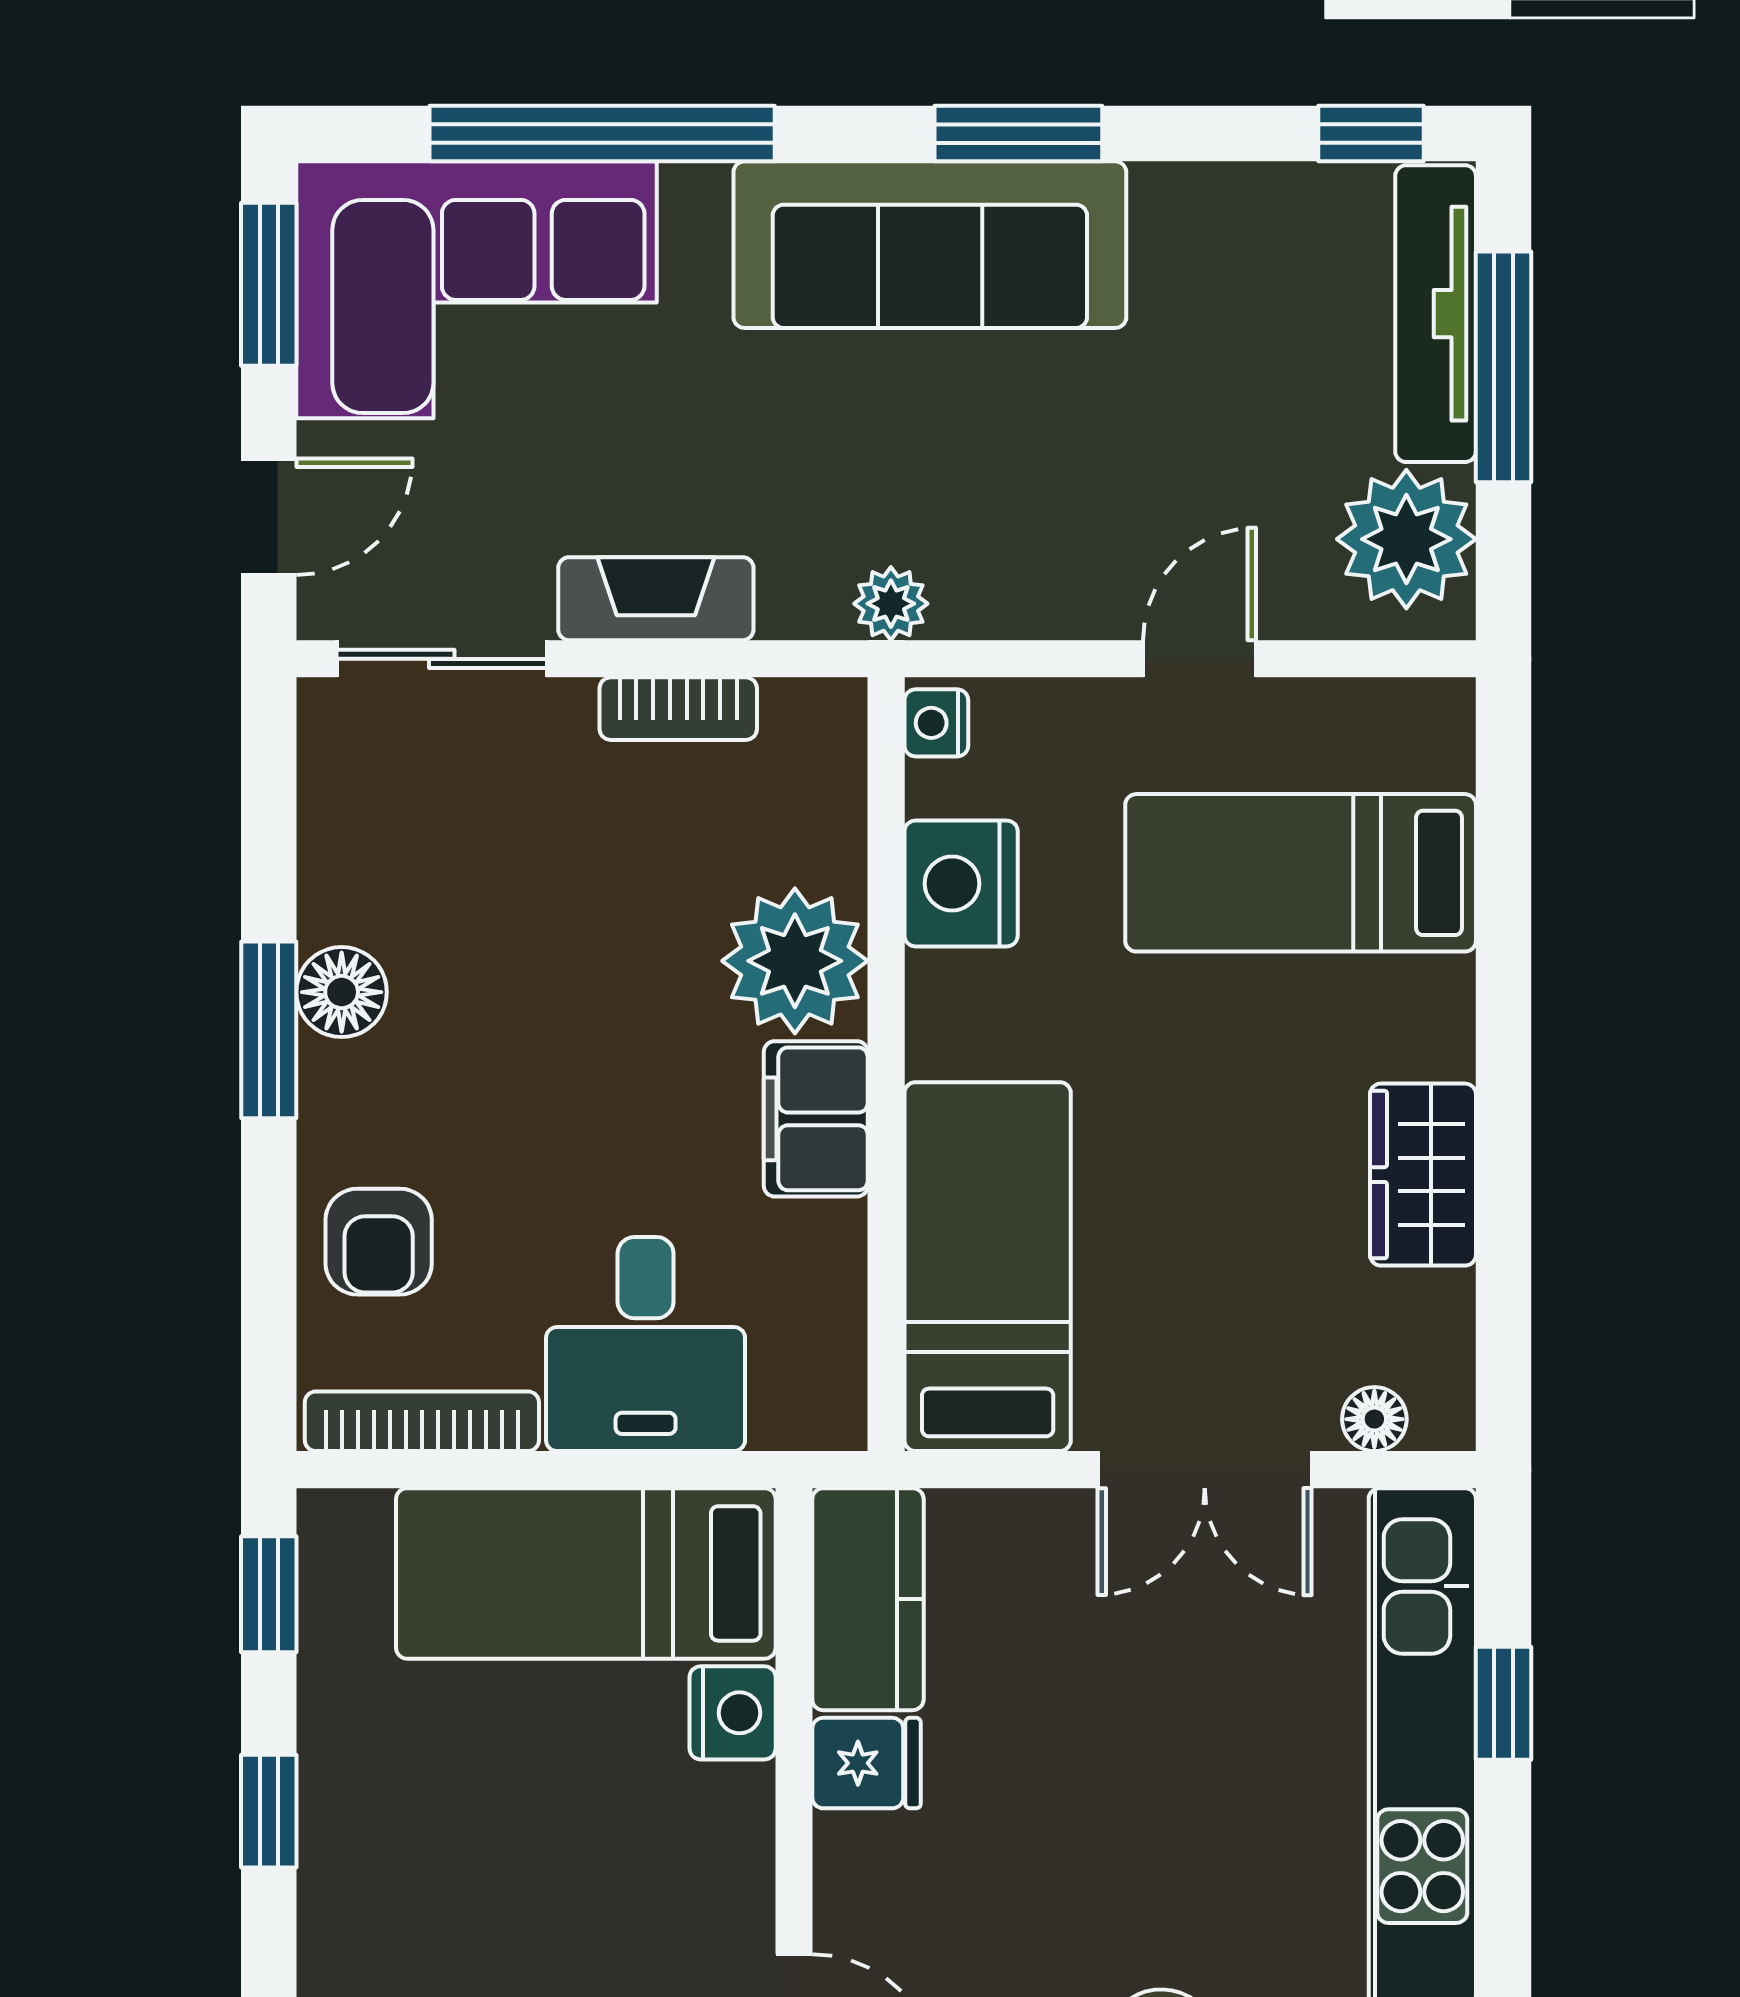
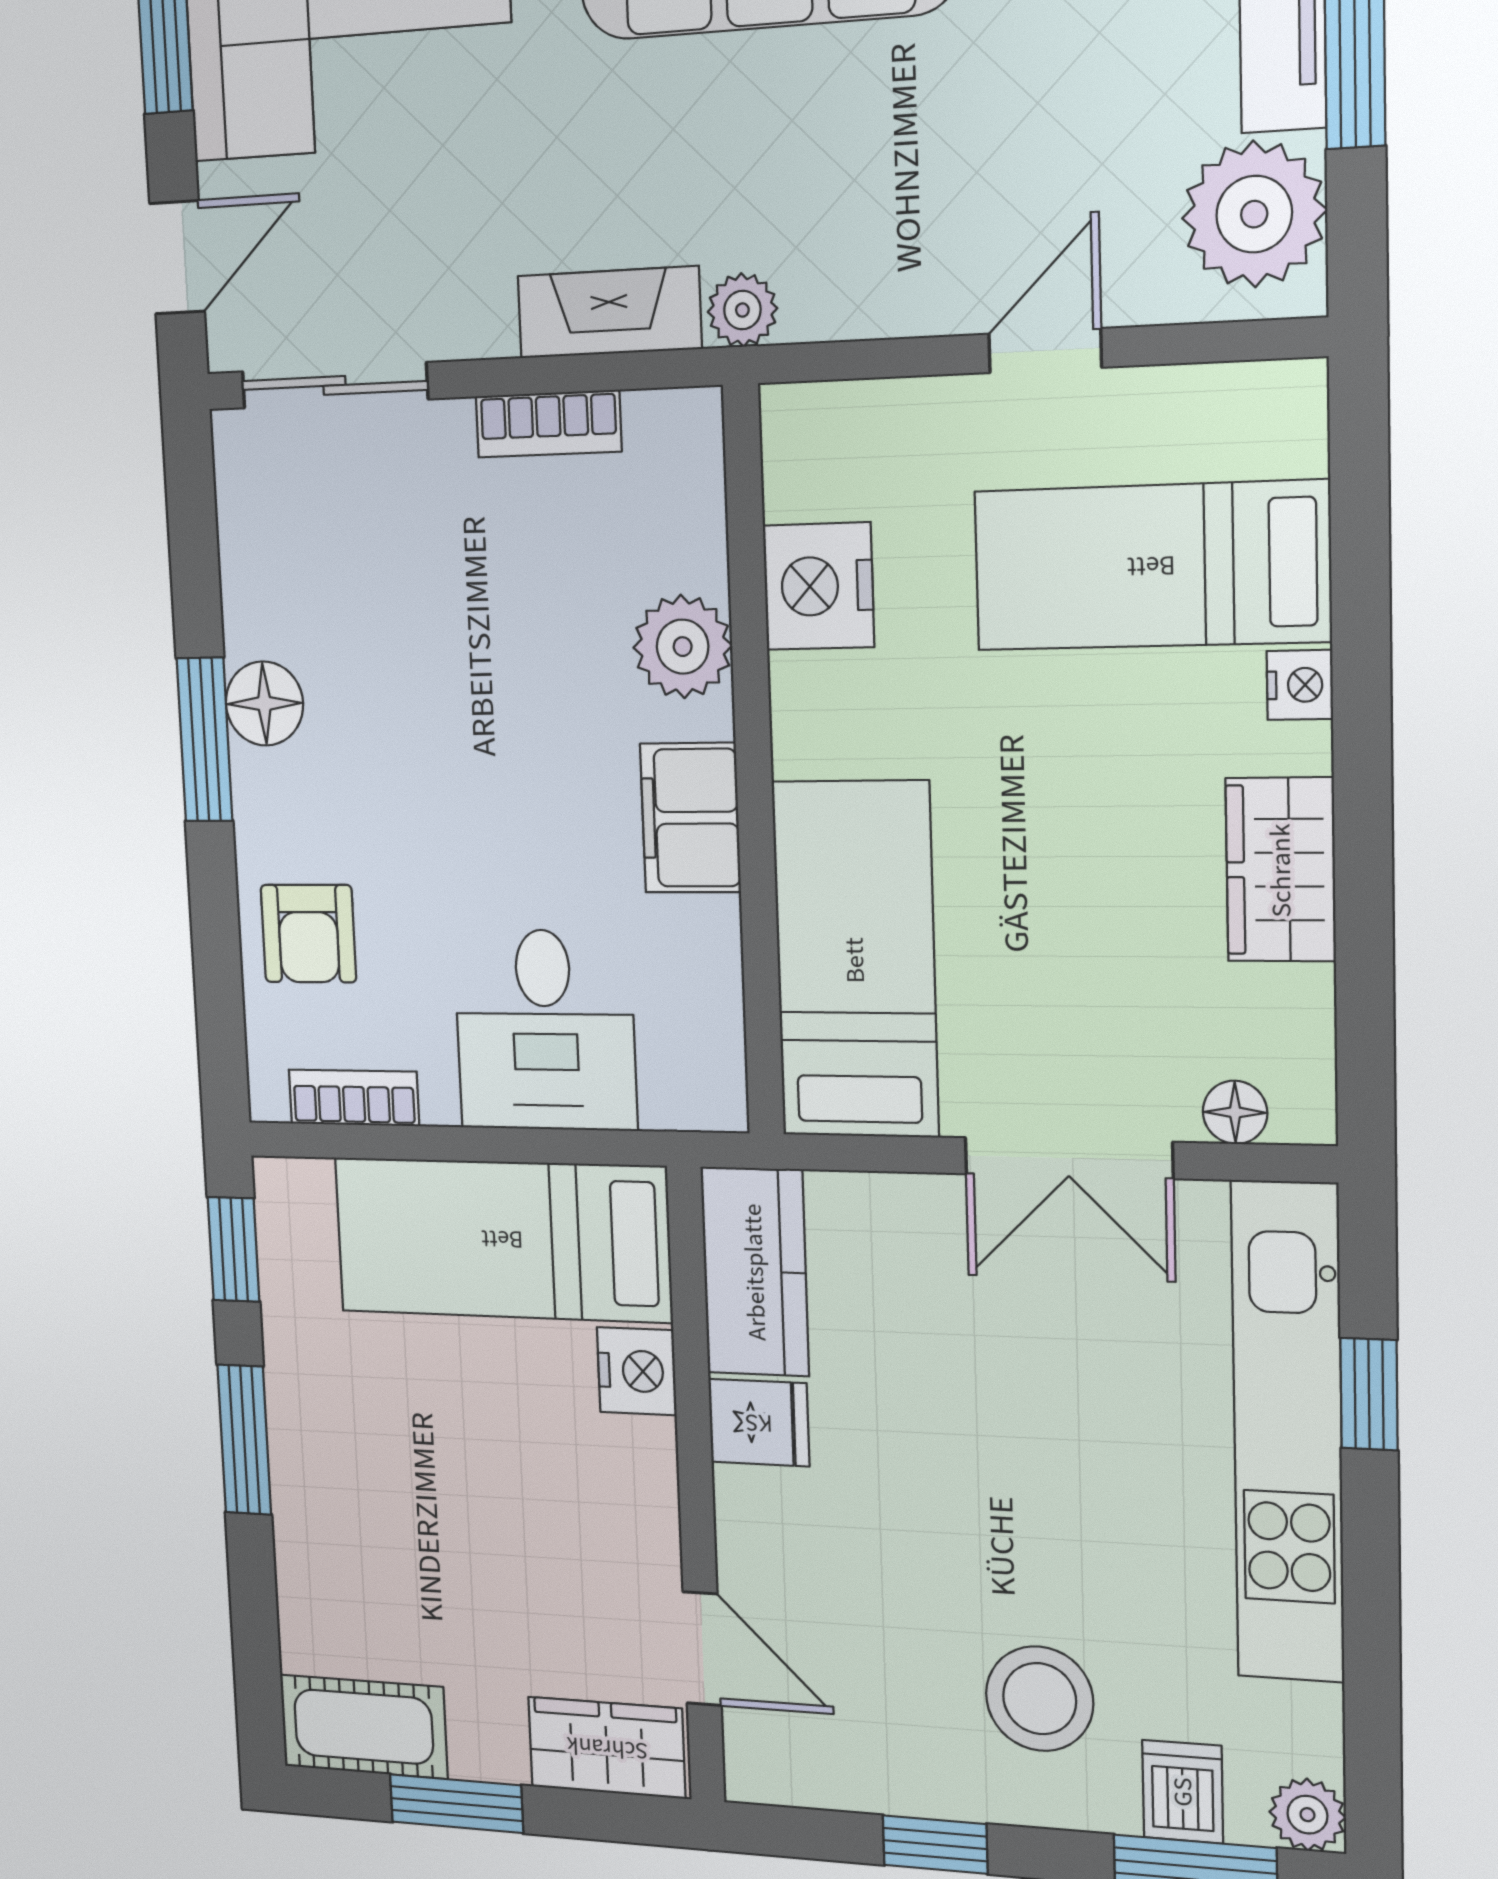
fireplace: (656, 599) -> (609, 312), moved
nightstand: (936, 723) -> (1300, 685), moved, turned 180
plant: (795, 961) -> (683, 647), width x0.73, depth x0.73
bookcase: (422, 1421) -> (354, 1098), width x0.64
window: (269, 1811) -> (244, 1440), width x1.50

